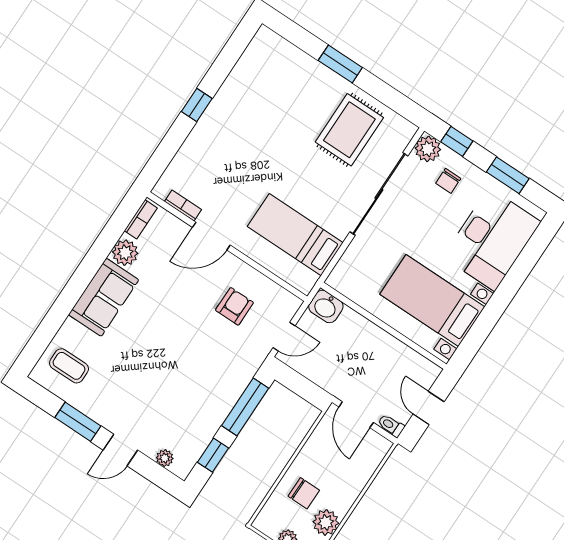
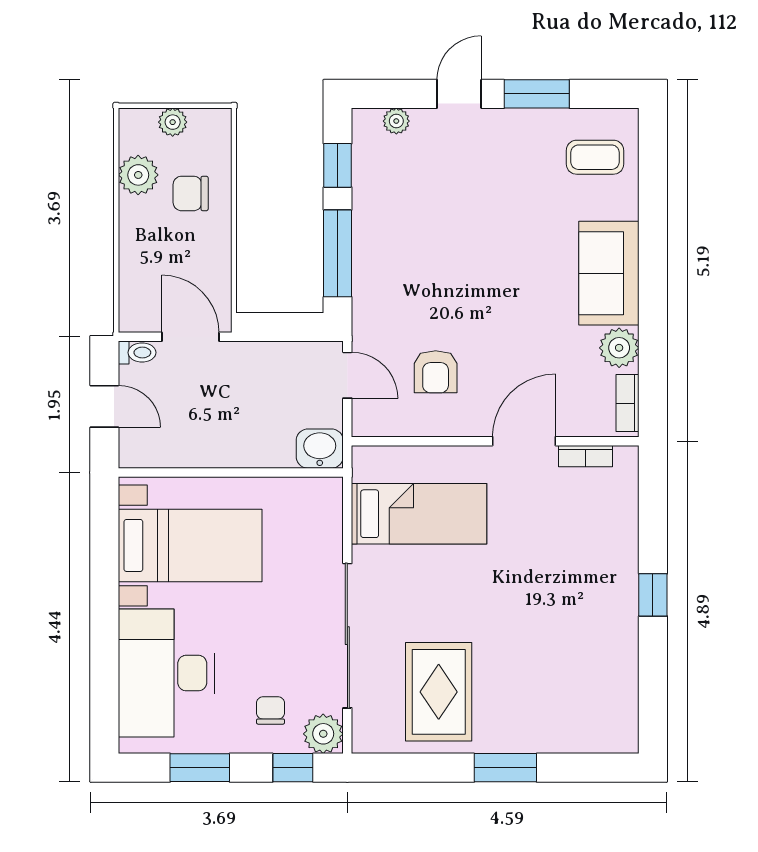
door: (284, 337) -> (347, 375), swing flipped

